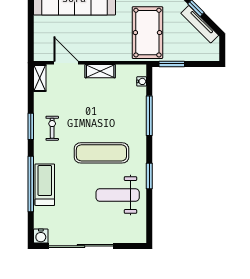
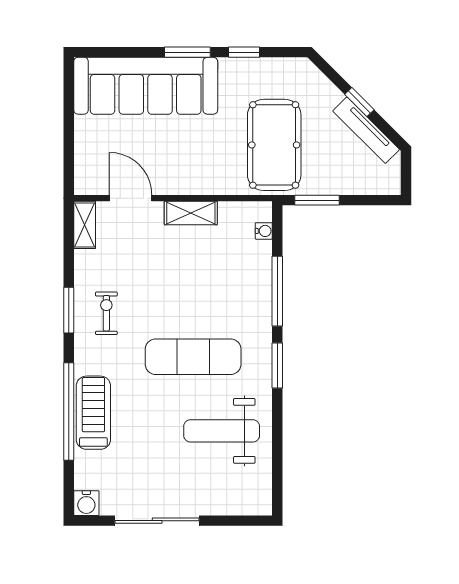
window: (149, 176) -> (277, 365), moved
sliding door: (81, 246) -> (157, 521), width x0.73

